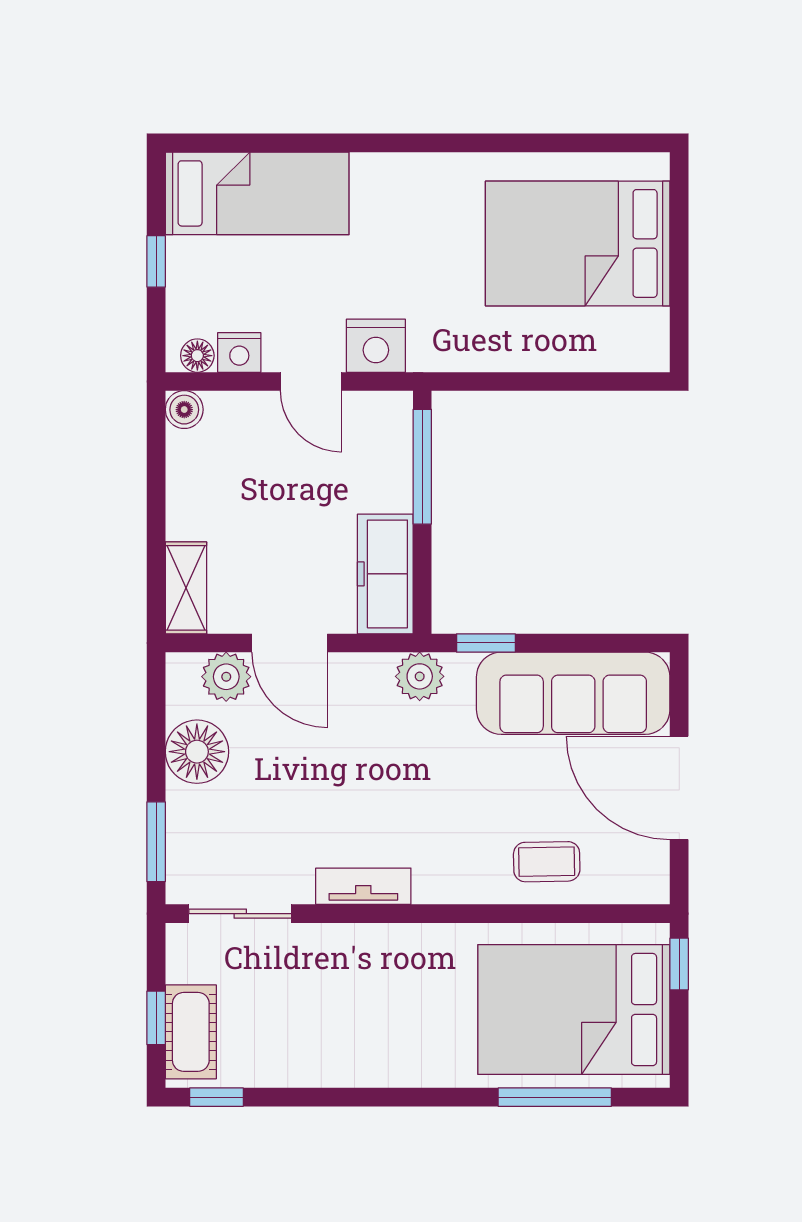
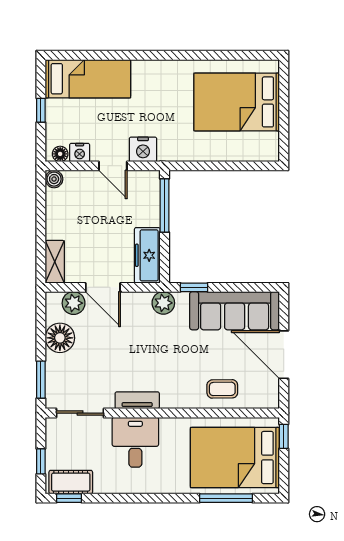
desk: (359, 977) -> (135, 442), added
cot: (191, 1032) -> (71, 482), moved, turned 90

